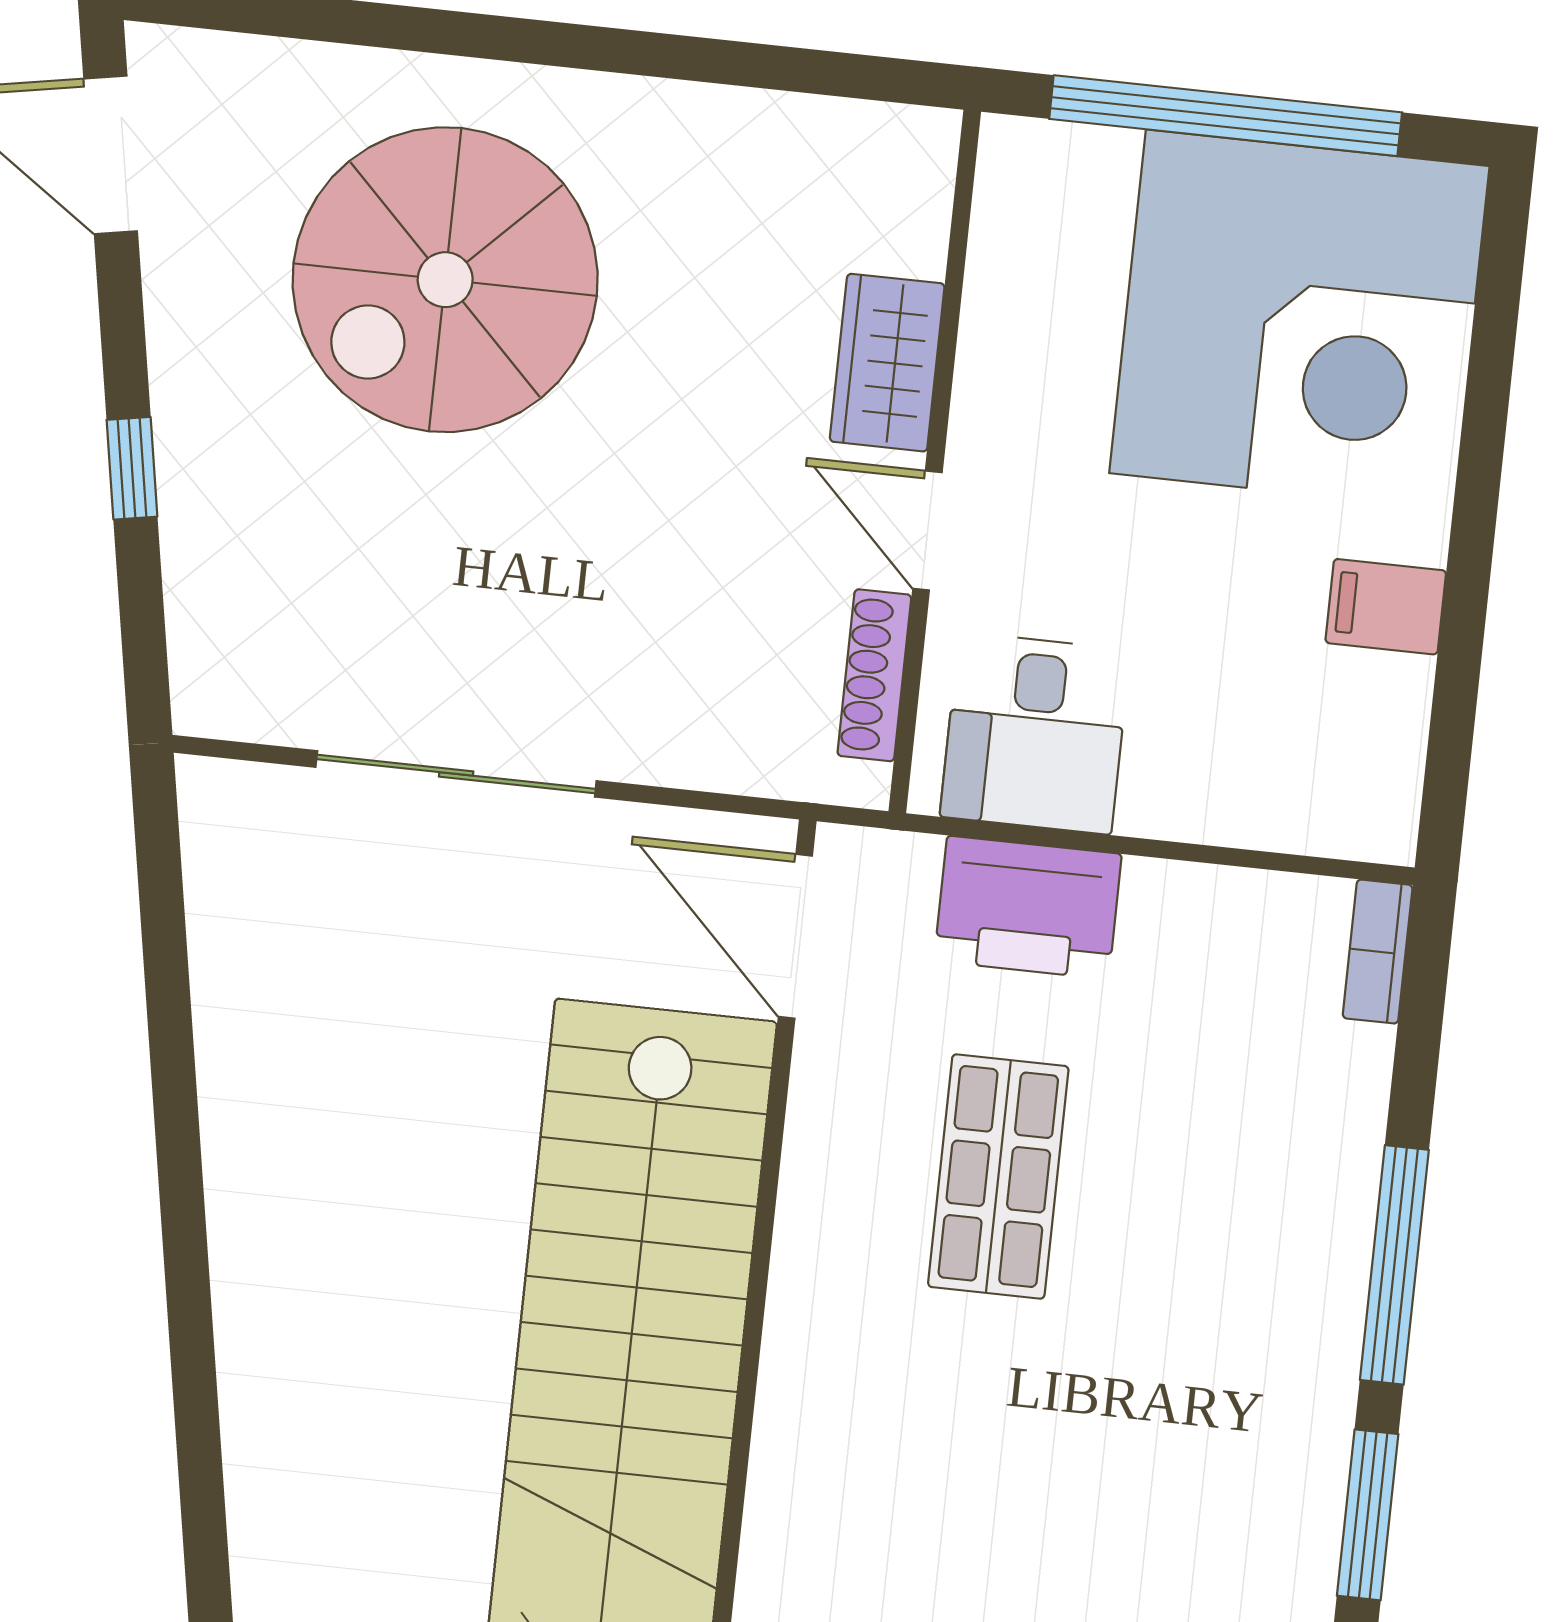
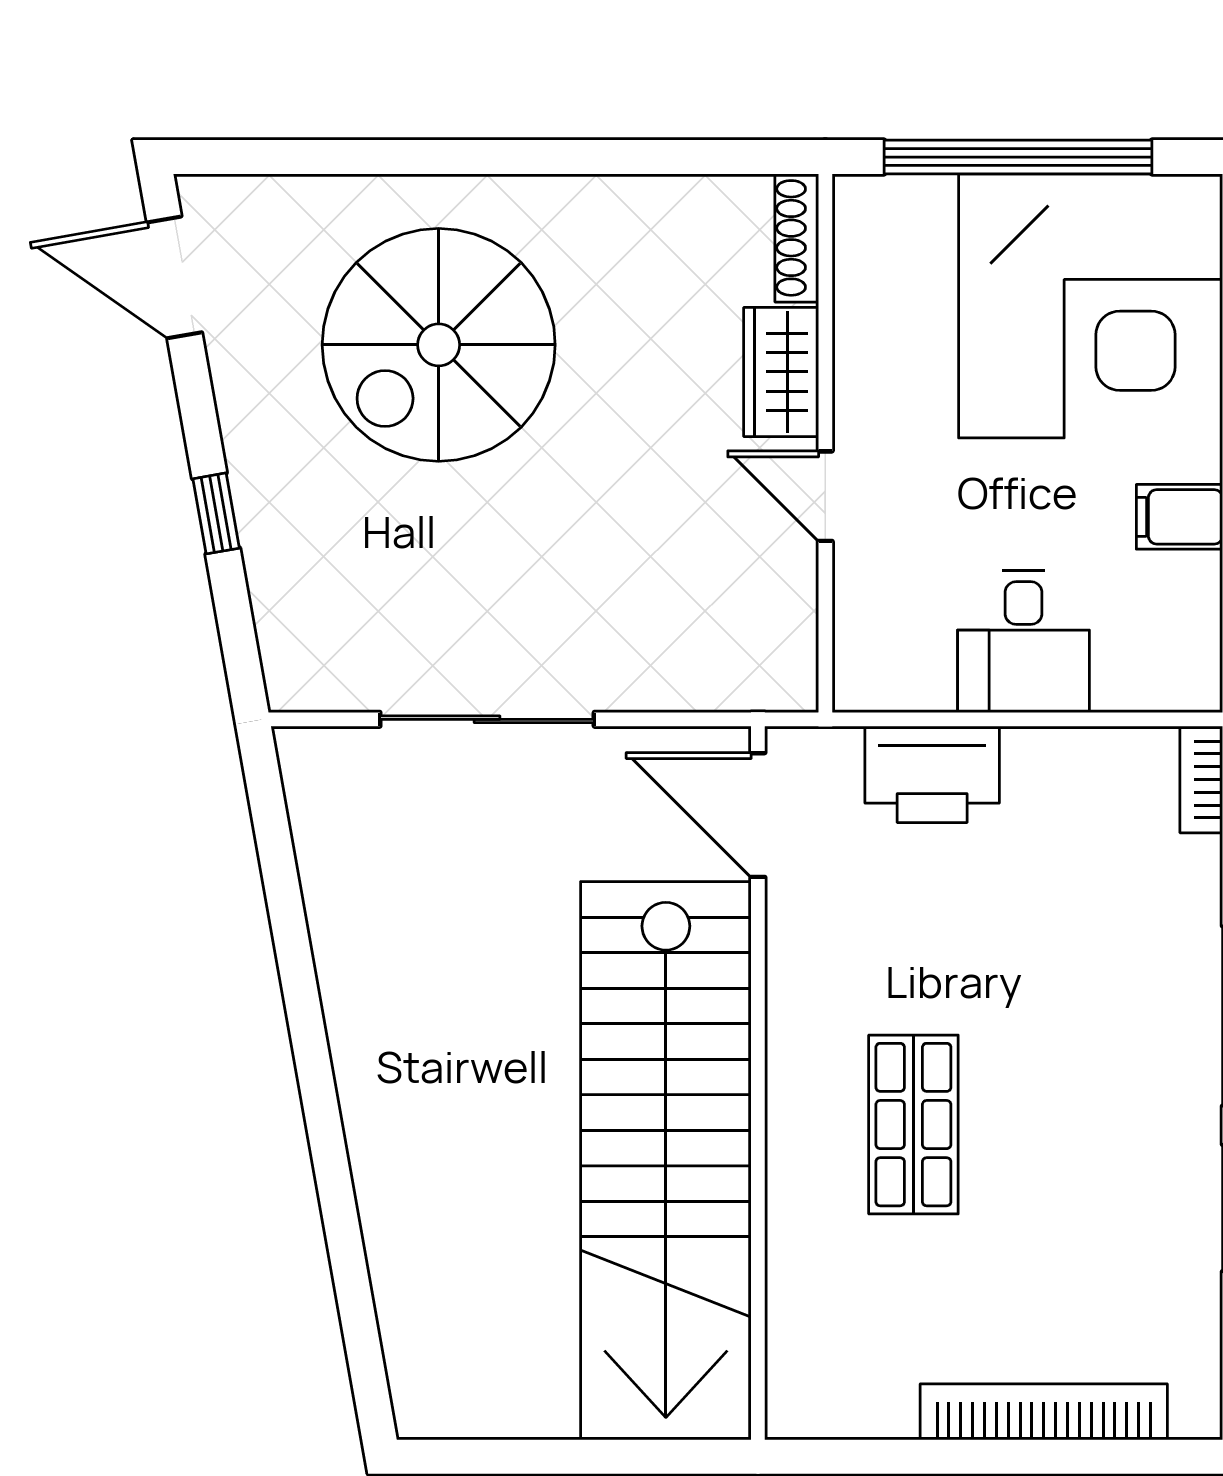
shoe rack: (874, 675) -> (797, 238), moved
desk: (1035, 733) -> (1023, 641), moved
shop shelf: (998, 1177) -> (913, 1125), moved

